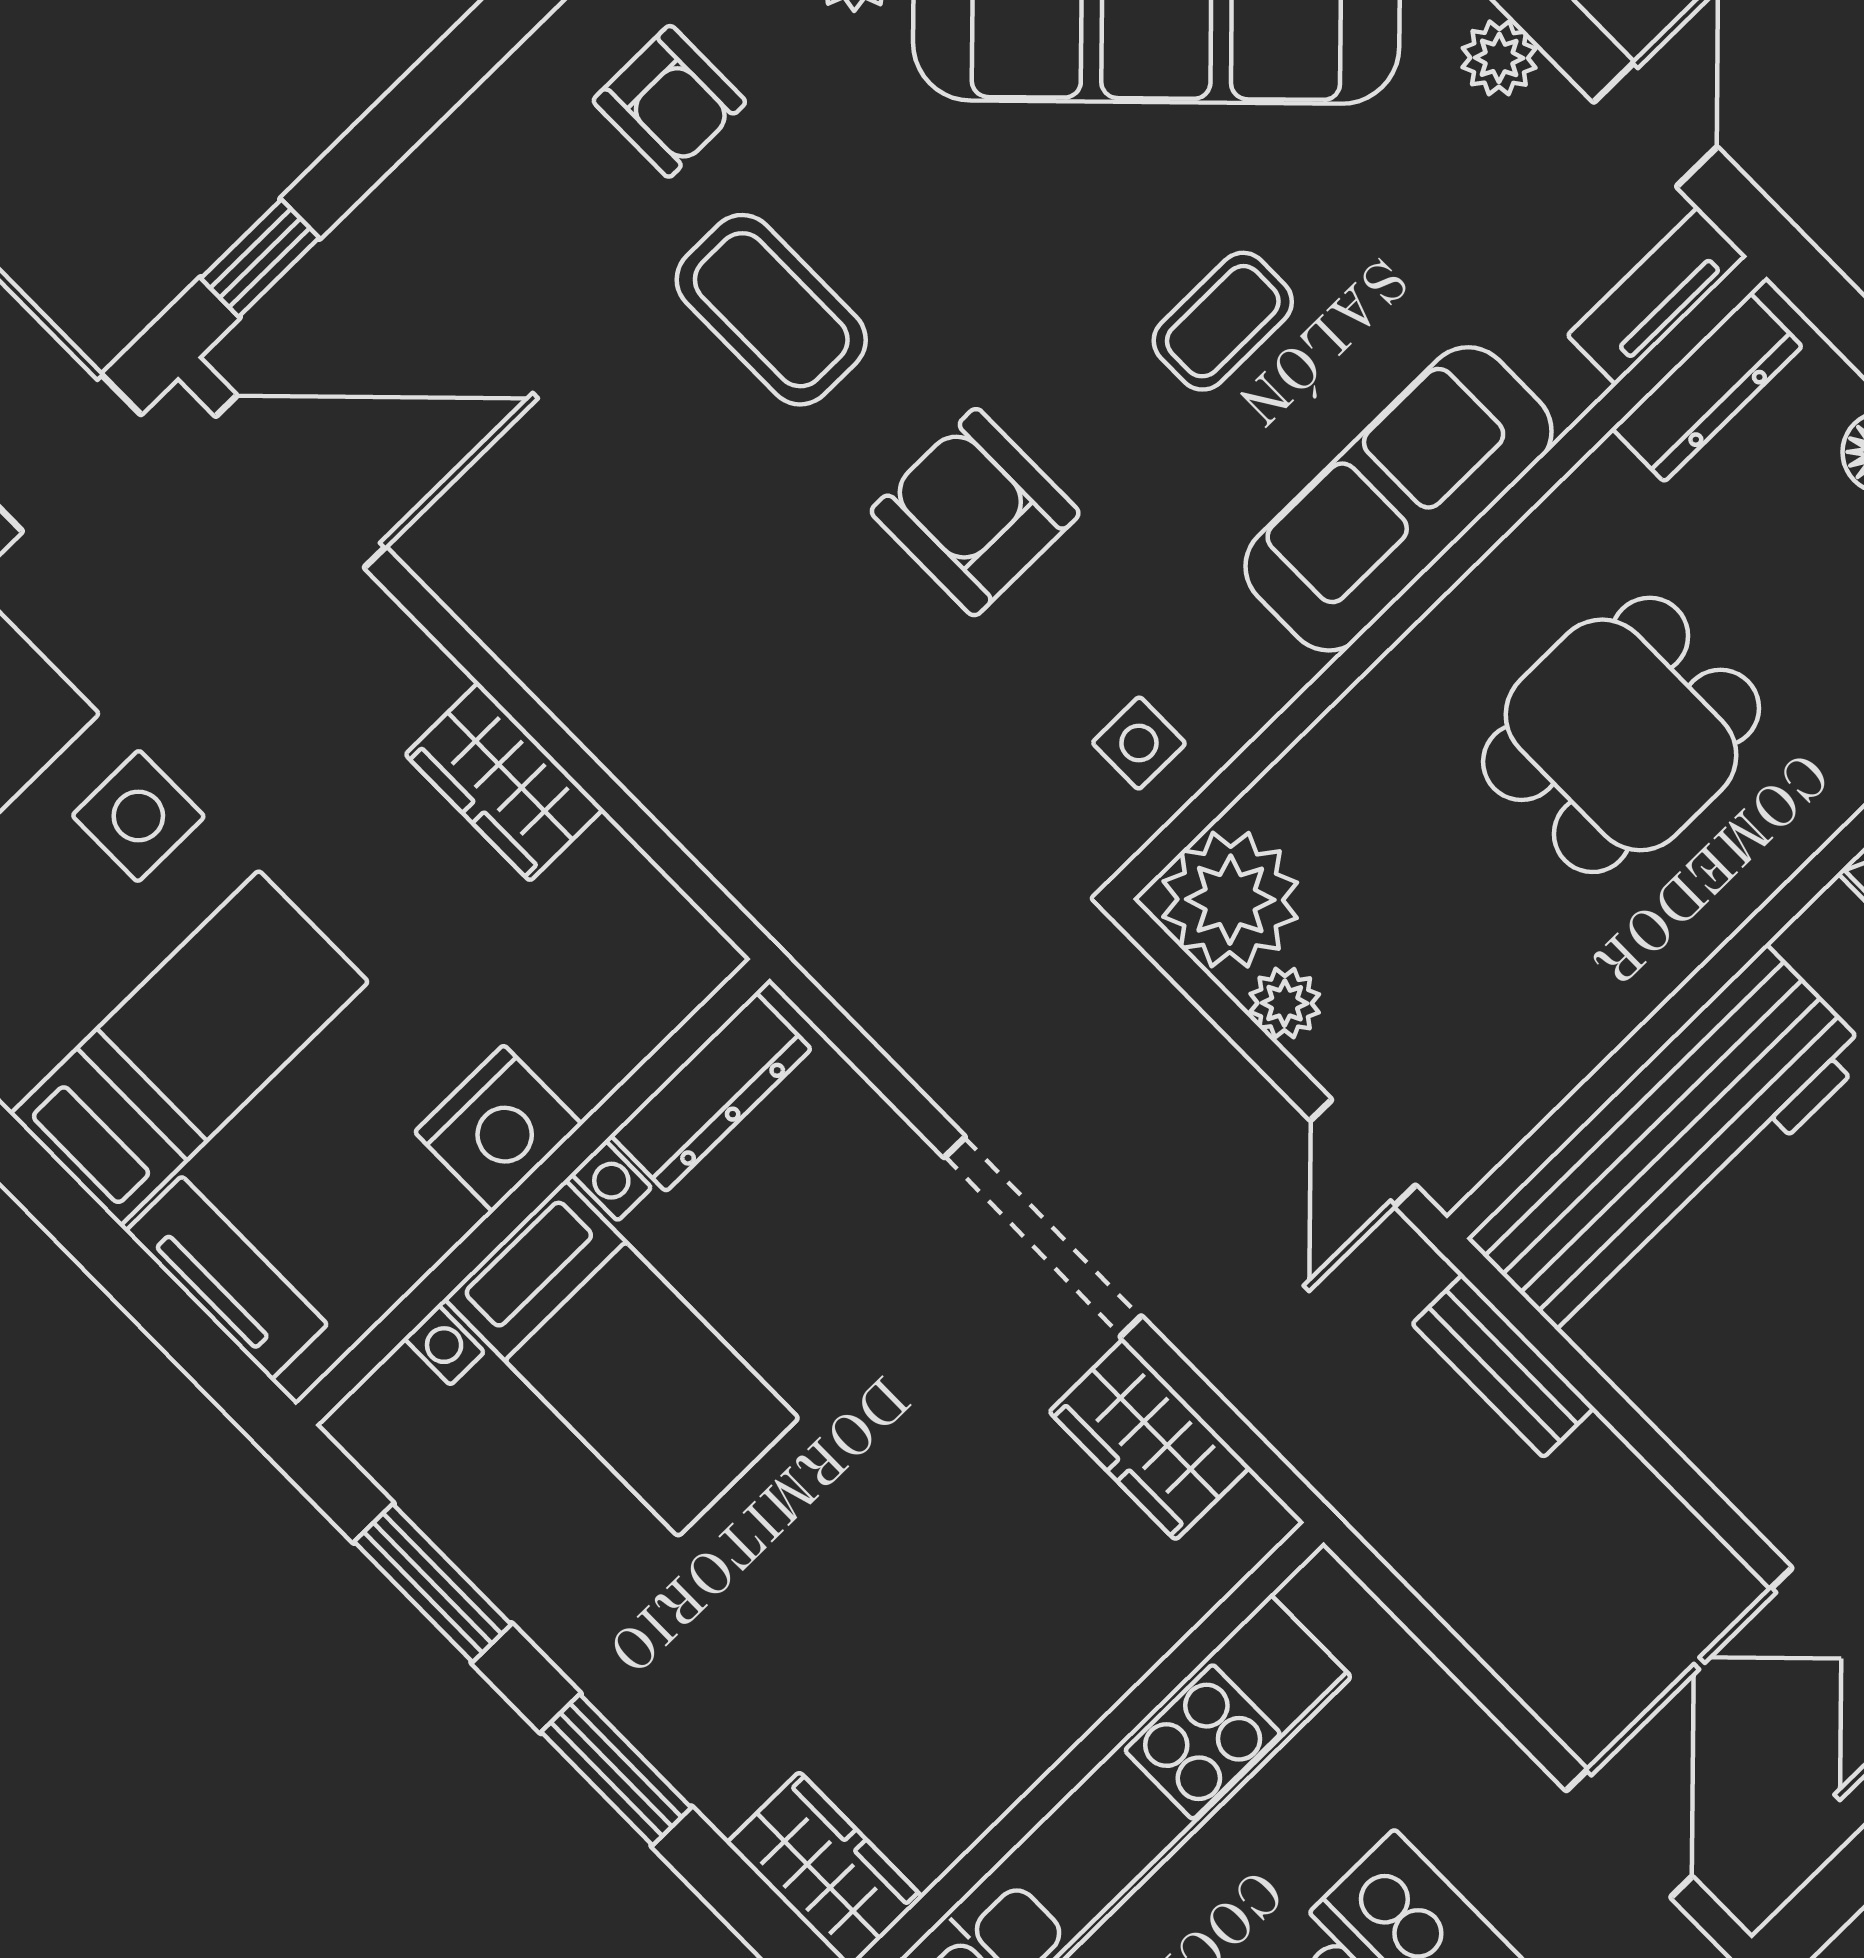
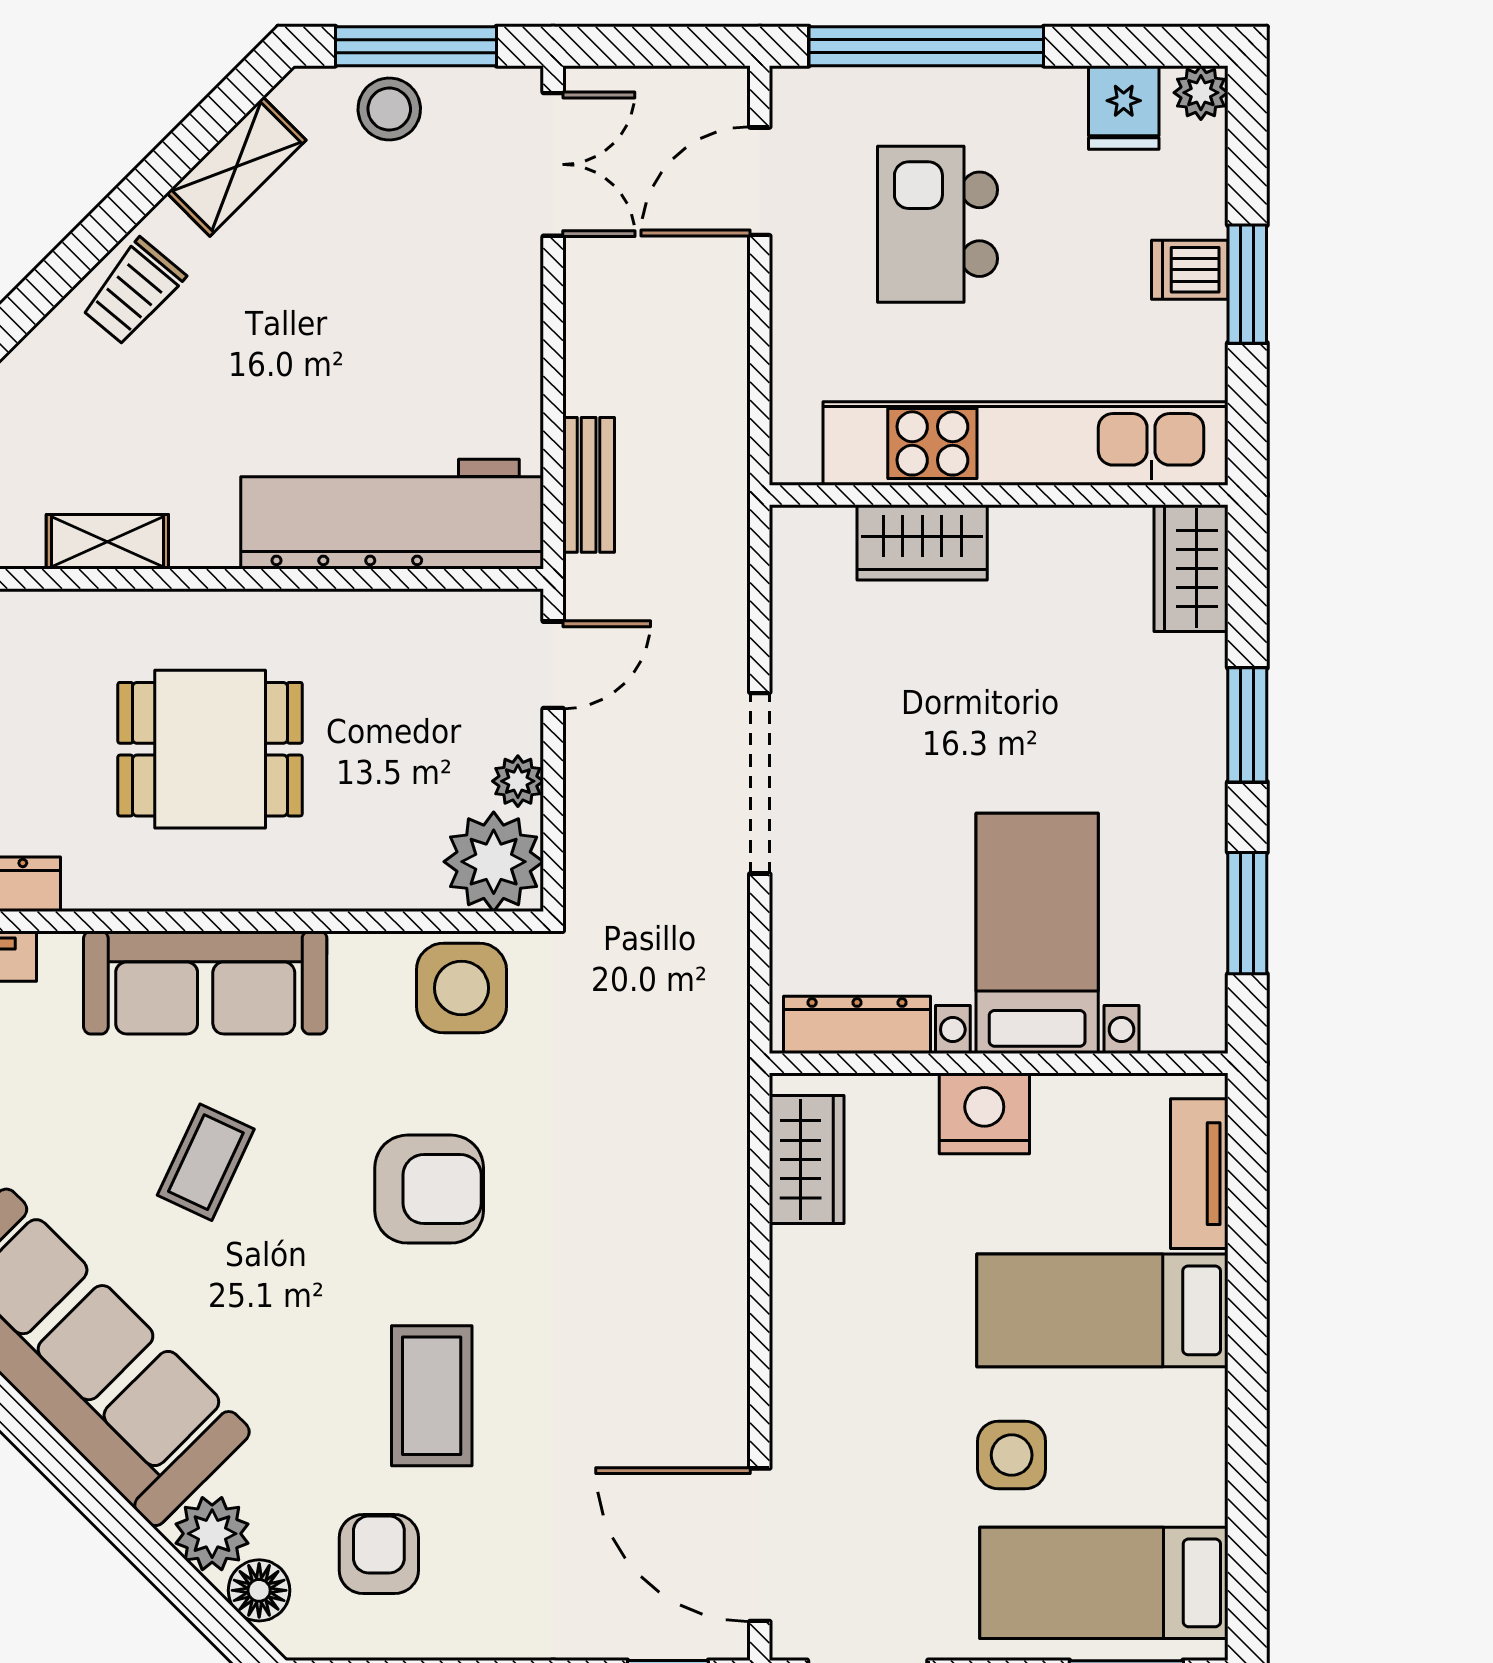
coffee table: (1223, 321) -> (206, 1162), turned -65
armchair: (975, 512) -> (429, 1189), turned -90
side table: (1139, 743) -> (461, 988), width x1.87, depth x1.87
wardrobe: (504, 782) -> (807, 1159), moved
wardrobe: (1150, 1439) -> (922, 542), moved, turned 90

